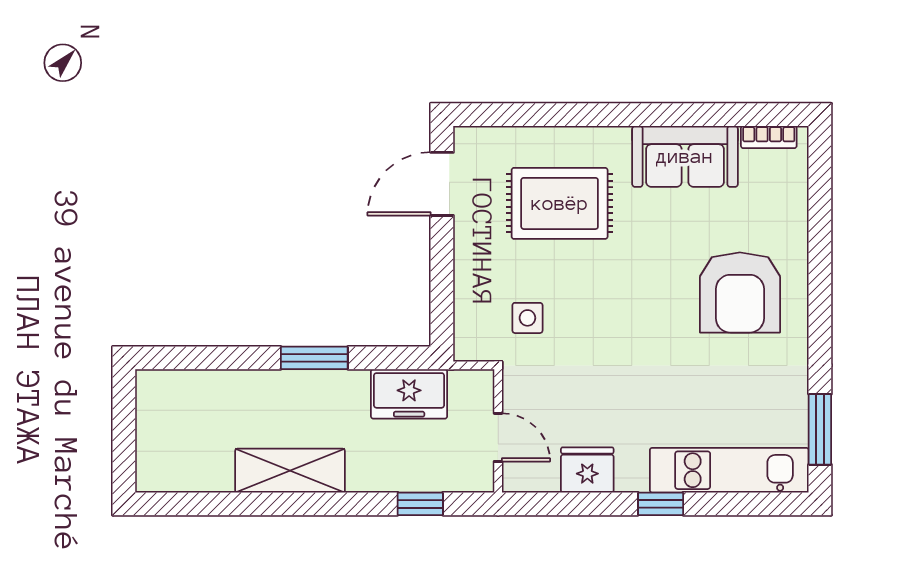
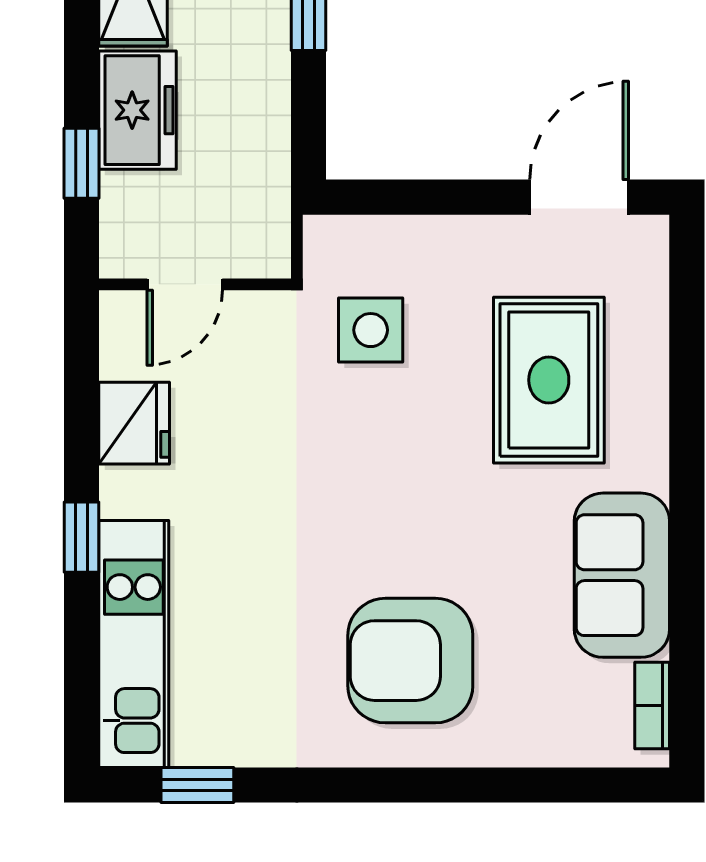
door: (442, 184) -> (579, 197), hinge flipped
side table: (527, 318) -> (371, 330), width x1.37, depth x1.37
freezer: (409, 394) -> (137, 110), moved, turned 180
window: (820, 429) -> (197, 785), width x0.67

